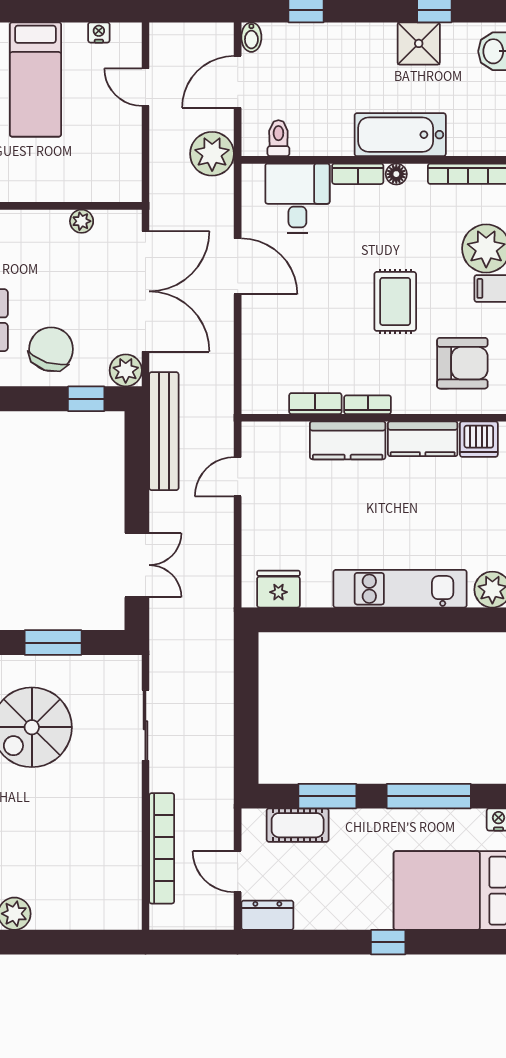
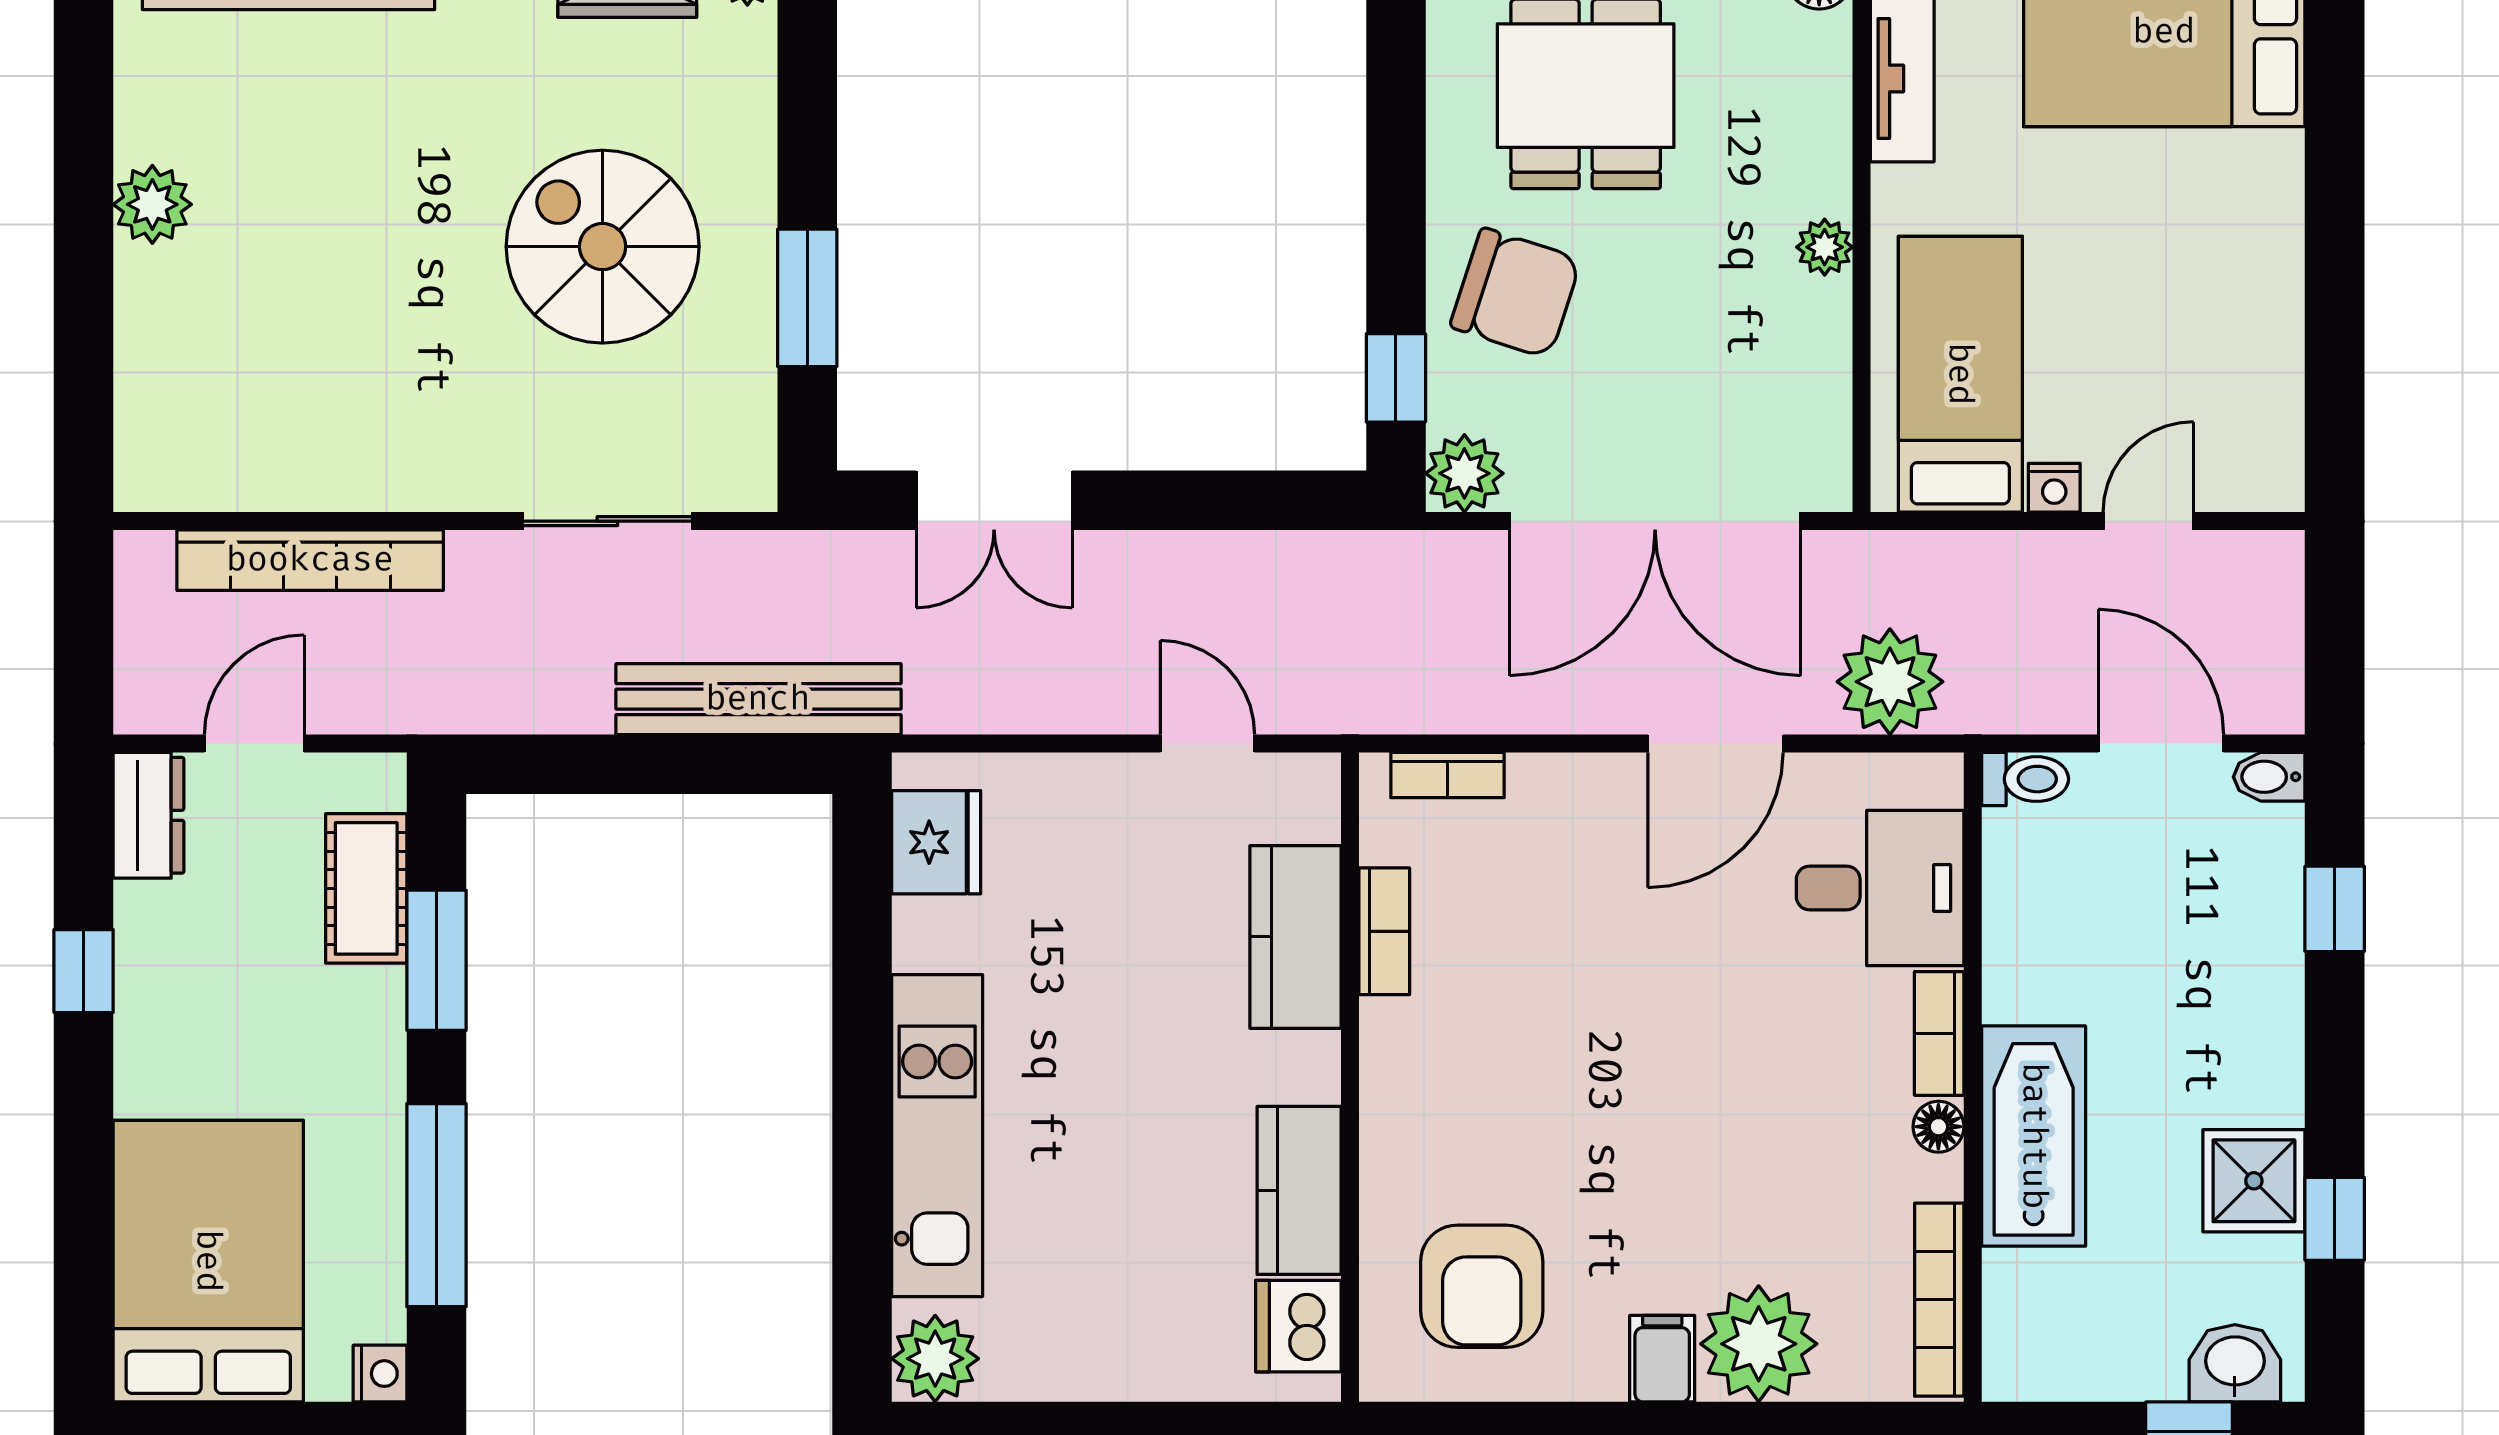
nightstand: (99, 32) -> (2054, 488), moved, turned 90
bed: (35, 79) -> (1960, 374), moved, turned 90
toilet: (278, 138) -> (2025, 779), moved
plant: (212, 154) -> (1890, 682), moved
plant: (82, 221) -> (1825, 247), moved
rug: (395, 301) -> (1631, 1124), removed
bookcase: (368, 405) -> (1447, 775), moved, turned 90
bench: (164, 431) -> (758, 699), moved
kitchen counter: (348, 440) -> (1295, 937), moved
window: (388, 942) -> (84, 971), moved

